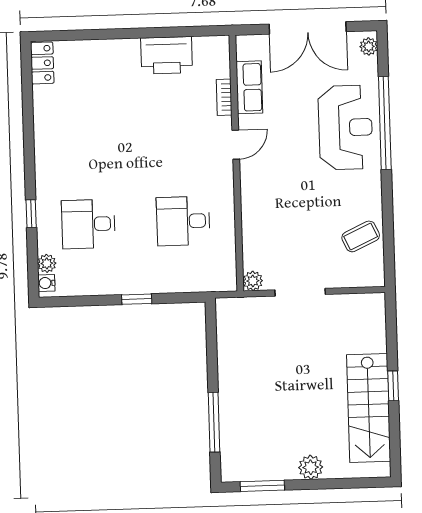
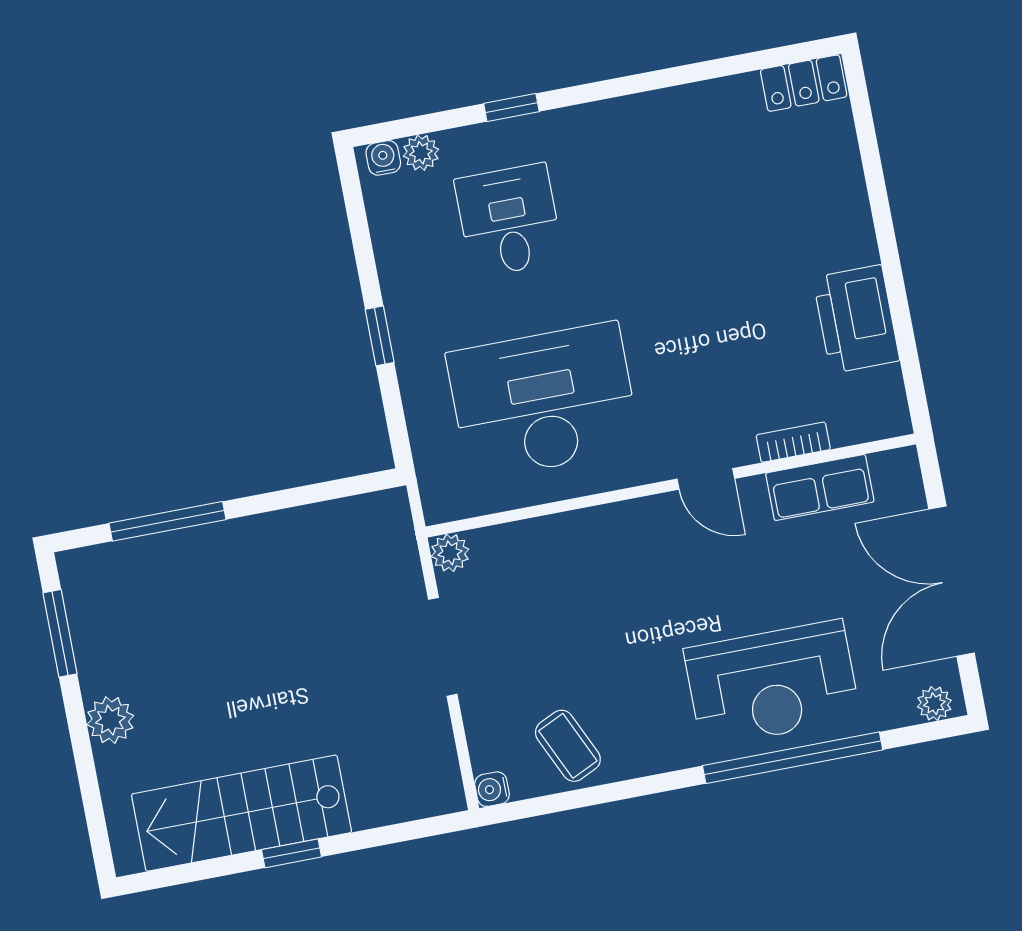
desk: (183, 221) -> (543, 401), width x1.87, depth x1.30
water cooler: (377, 279) -> (492, 789), added

